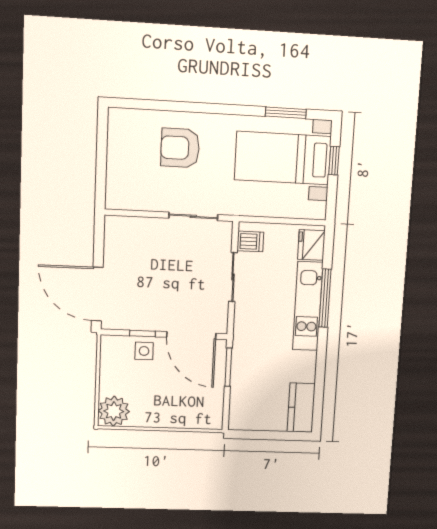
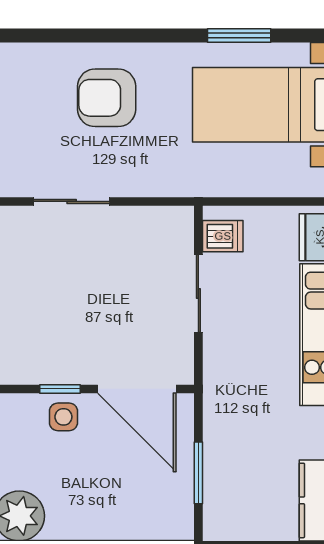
window: (286, 113) -> (239, 36), moved
sliding door: (193, 216) -> (72, 201), moved
window: (228, 367) -> (198, 473), moved

